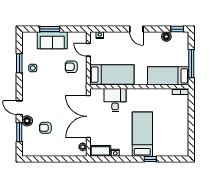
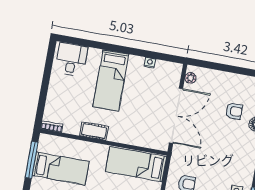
bed: (168, 76) -> (61, 168), moved
desk: (115, 100) -> (71, 59), moved, turned 180
cot: (100, 151) -> (94, 131), moved
window: (150, 159) -> (106, 47), removed

